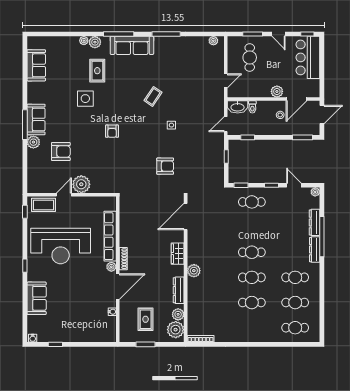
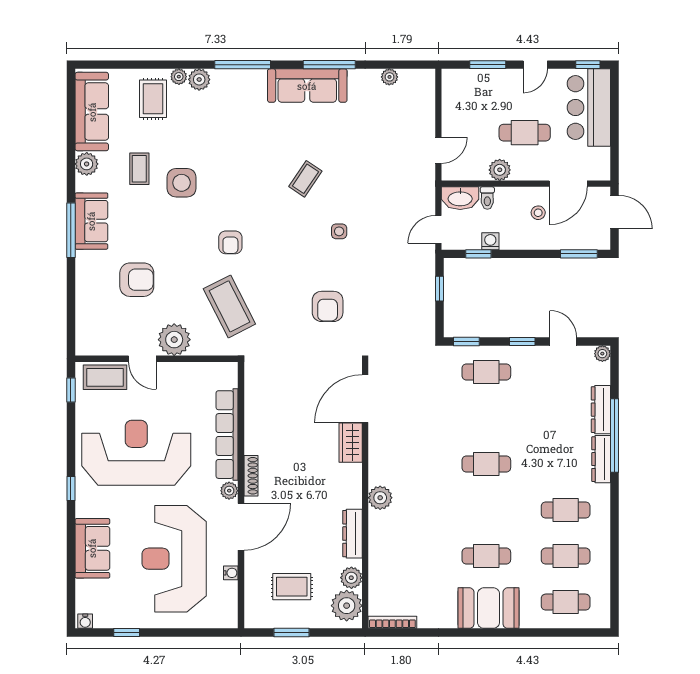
door: (279, 34) -> (535, 65), hinge flipped
plant: (213, 41) -> (389, 77), moved
sofa: (132, 45) -> (307, 86), moved
cafe table: (250, 57) -> (525, 133), moved, turned 90
sofa: (36, 65) -> (92, 112), width x1.36
rug: (97, 71) -> (153, 99), moved
coffee table: (62, 91) -> (139, 169), added
plant: (277, 91) -> (500, 170), moved
door: (322, 115) -> (615, 212), hinge flipped
washing machine: (254, 131) -> (490, 241), added
plant: (33, 142) -> (87, 164), moved
coffee table: (112, 166) -> (229, 306), added
armchair: (165, 166) -> (328, 306), turned 90
door: (64, 195) -> (142, 359), swing flipped
reception desk: (61, 246) -> (136, 453), turned 180
wardrobe: (178, 254) -> (351, 443), moved
cafe table: (252, 277) -> (486, 510), removed
reception desk: (81, 304) -> (174, 559), added
rug: (146, 319) -> (292, 587), turned 90
booth: (253, 331) -> (489, 608), added

